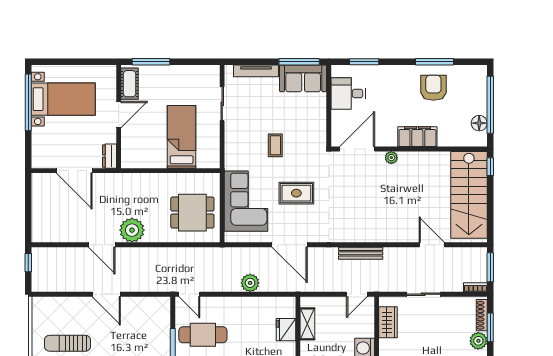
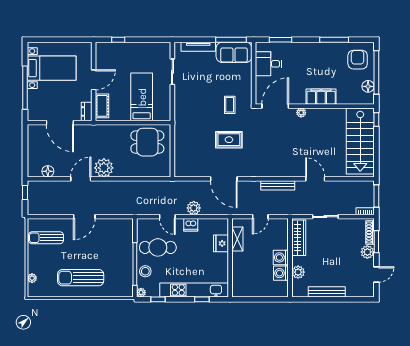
window: (151, 62) -> (118, 40), width x0.46
cot: (130, 84) -> (102, 106), moved
armchair: (433, 88) -> (358, 60), moved
window: (28, 102) -> (25, 88), moved
coffee table: (275, 145) -> (230, 105), moved
corner sofa: (246, 201) -> (191, 146), removed
dining table: (192, 213) -> (147, 142), moved
floor lamp: (58, 235) -> (48, 171), added
door: (102, 245) -> (81, 179), swing flipped
door: (432, 245) -> (315, 179), moved
door: (106, 294) -> (84, 217), hinge flipped
door: (189, 294) -> (167, 217), moved
door: (357, 294) -> (260, 217), moved
dishwasher: (246, 305) -> (191, 225), added
wardrobe: (388, 322) -> (299, 238), width x1.50
sun lounger: (68, 343) -> (46, 238), moved

